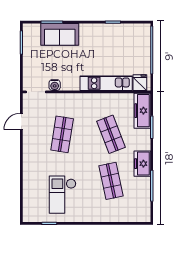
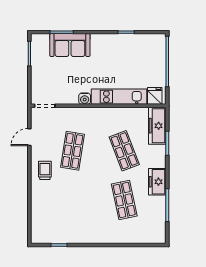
water cooler: (55, 85) -> (85, 99), moved
trolley: (36, 153) -> (45, 170), added
checkout: (63, 195) -> (73, 214), removed

